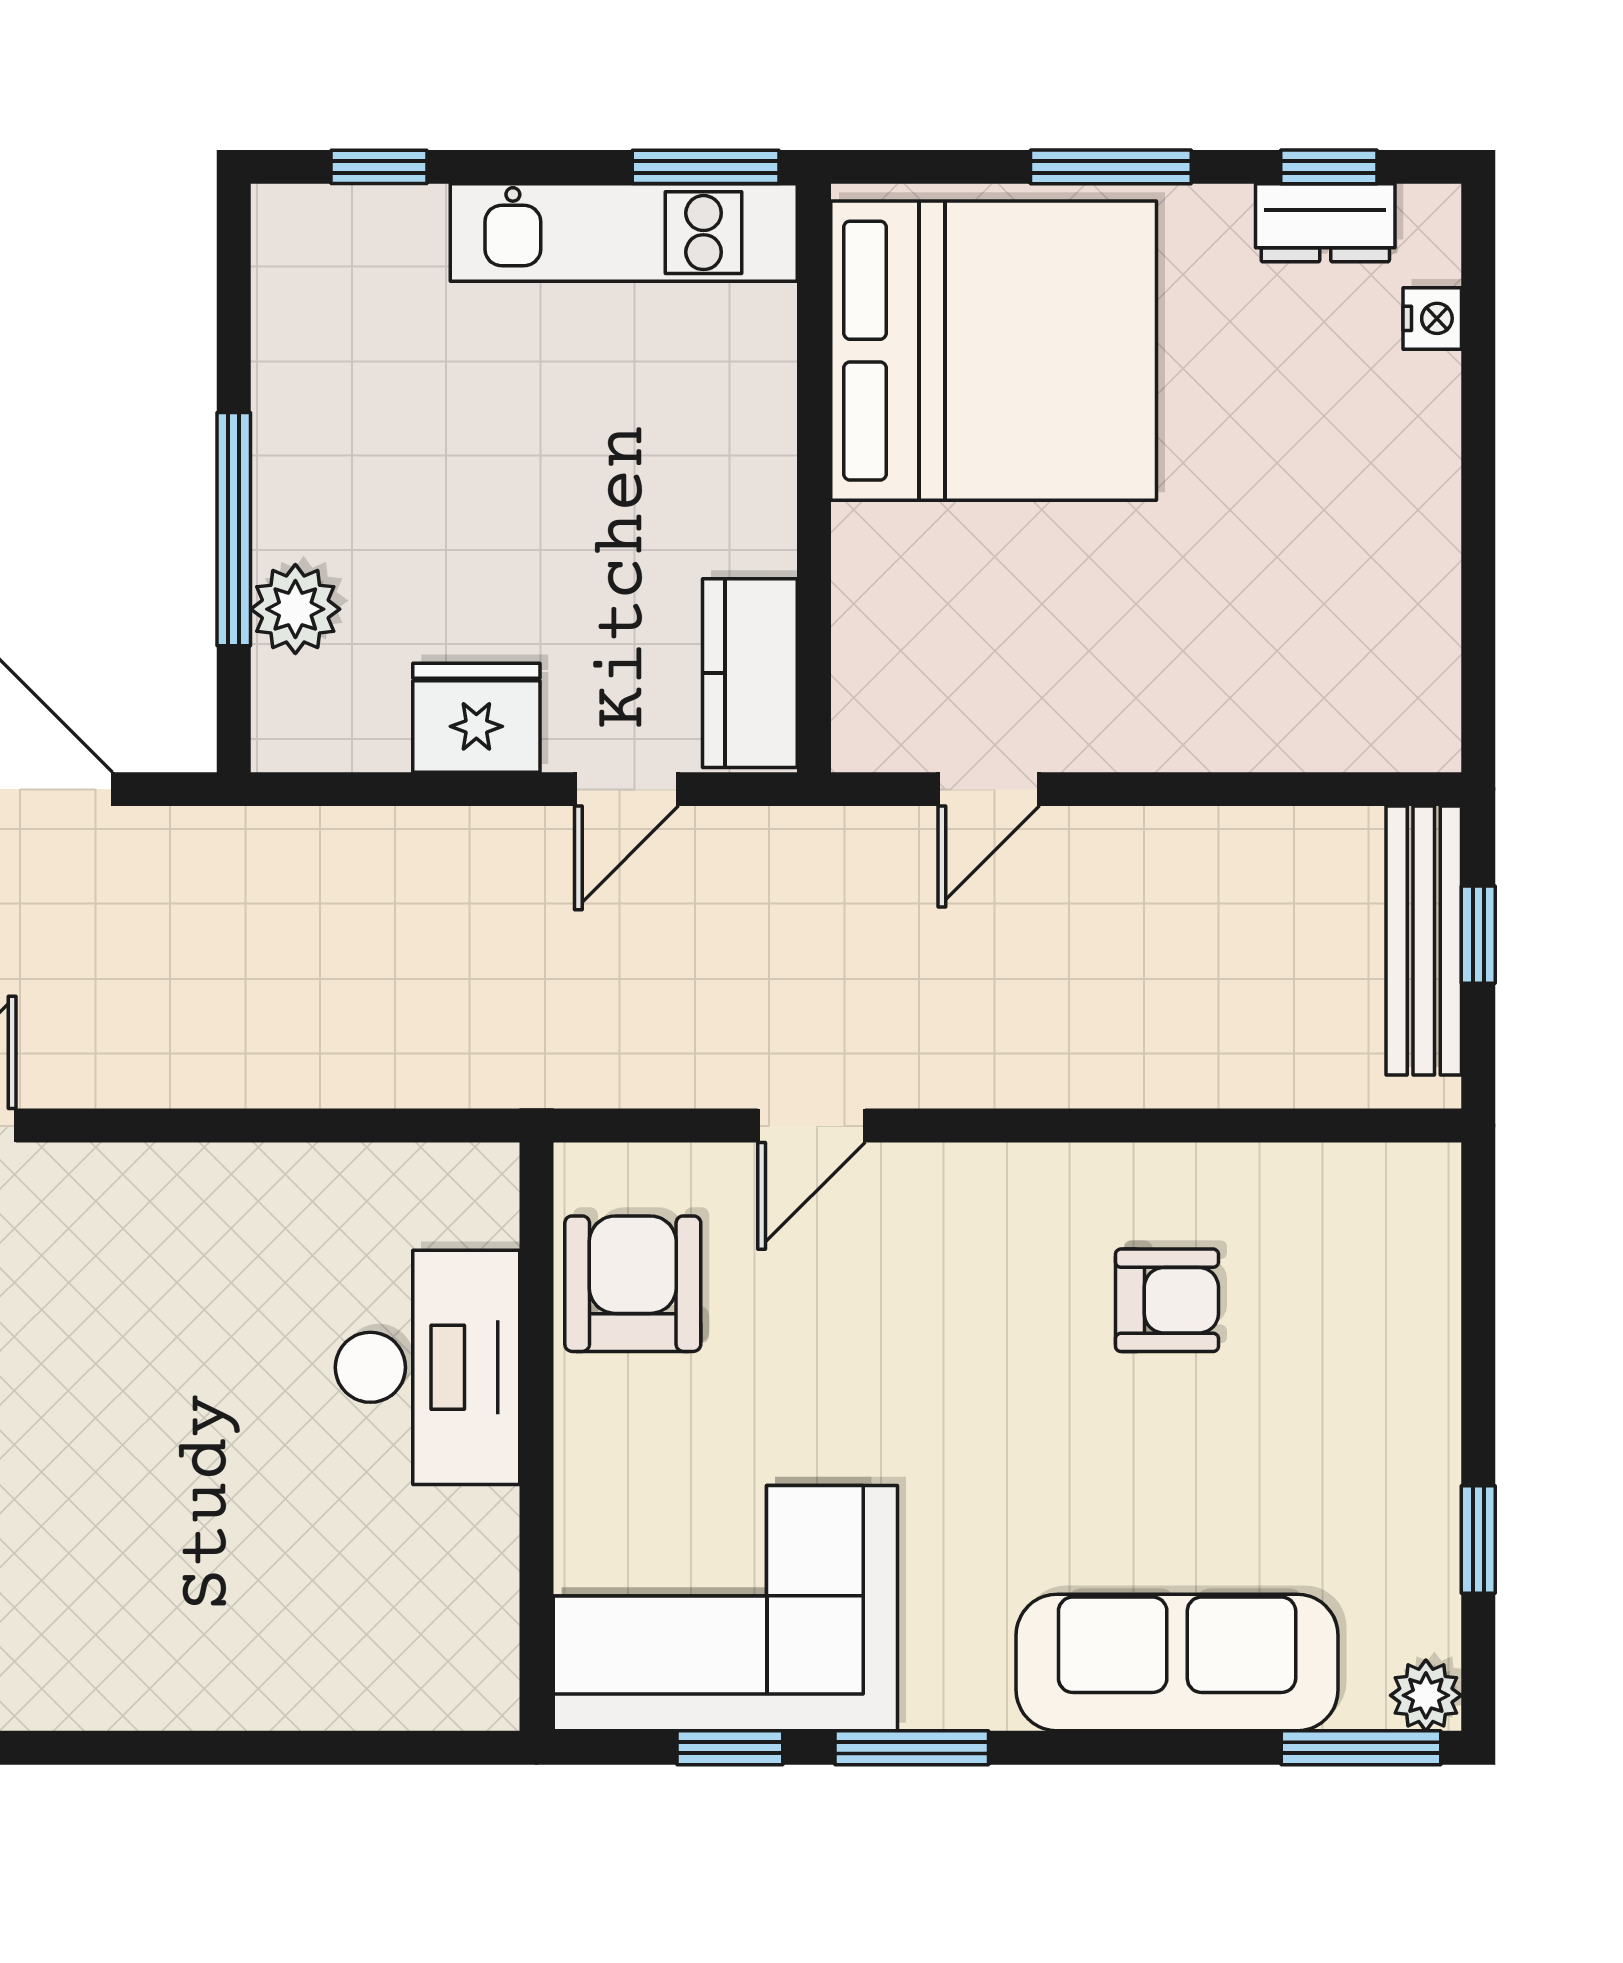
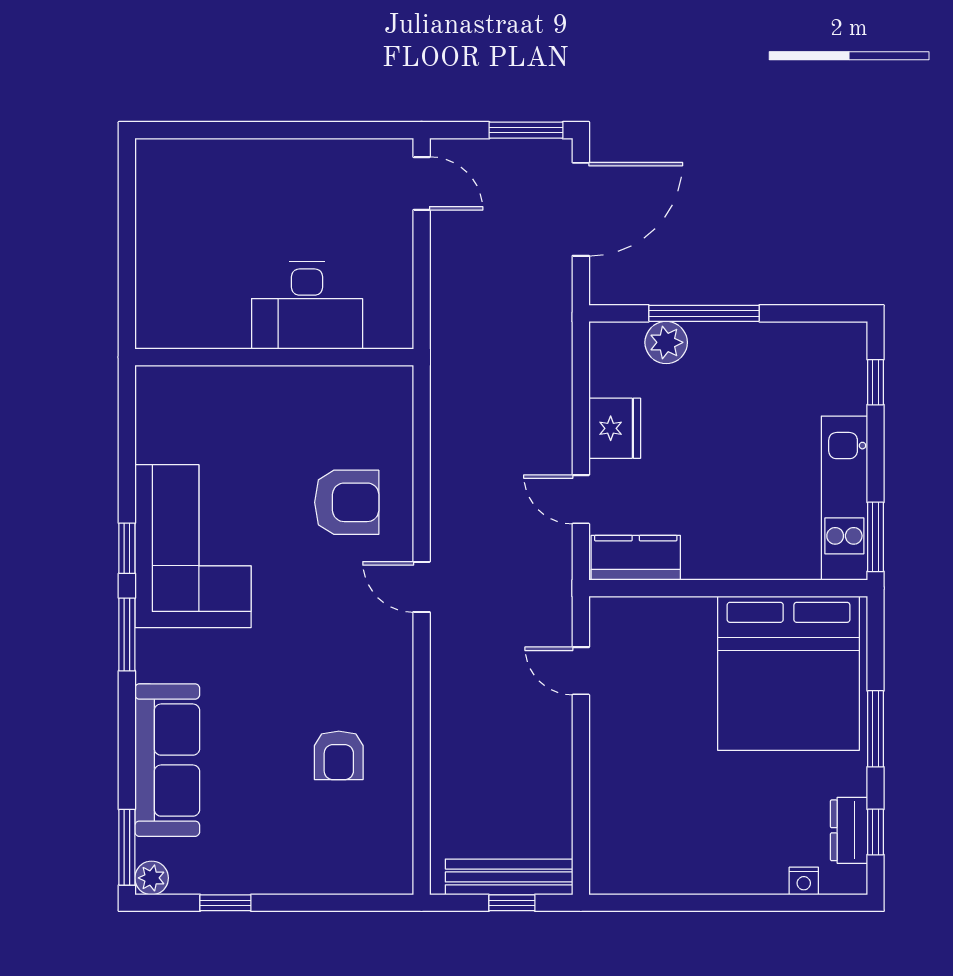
desk: (428, 1367) -> (307, 306), moved
wall: (536, 1437) -> (274, 357), moved

